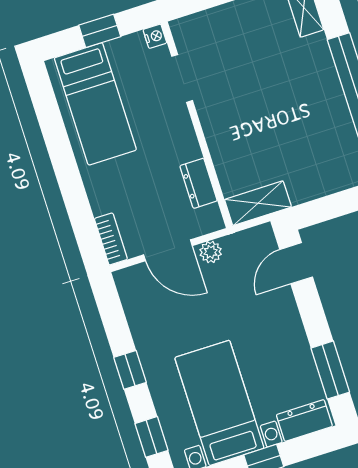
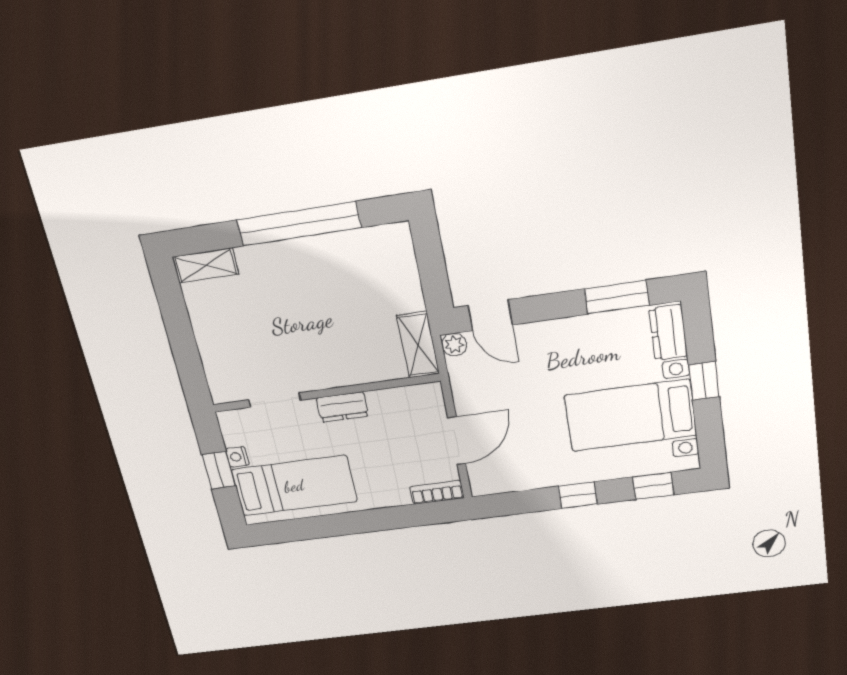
nightstand: (155, 36) -> (237, 457), moved, turned -90
dresser: (198, 183) -> (342, 407), moved
plant: (211, 252) -> (454, 345), moved

